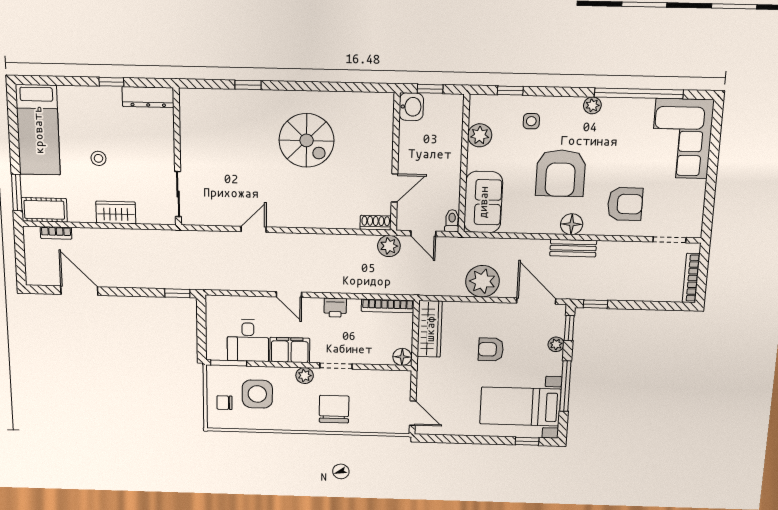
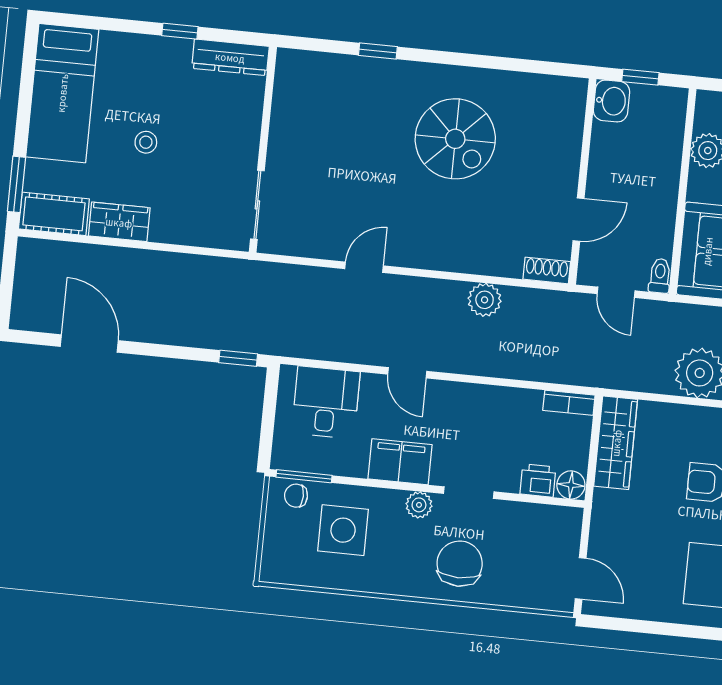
wardrobe: (116, 212) -> (119, 222), moved
bookcase: (56, 233) -> (67, 251), removed
plant: (389, 246) -> (485, 300), moved
bookcase: (388, 306) -> (569, 403), width x0.64
printer: (335, 308) -> (538, 481), moved, turned 180
desk: (248, 341) -> (326, 402), moved, turned 180
chair: (224, 403) -> (296, 496), moved

